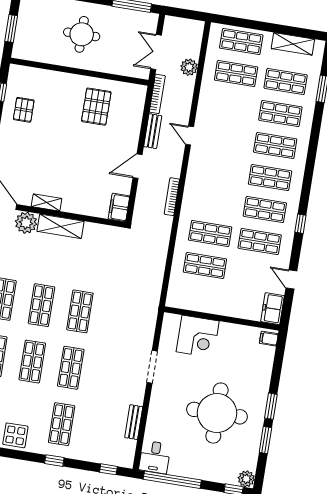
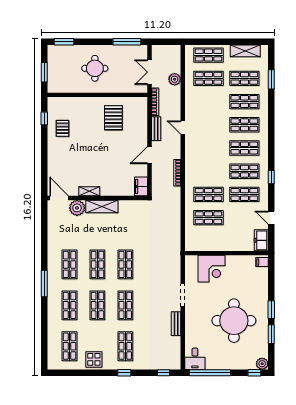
bench: (134, 422) -> (176, 324), moved

